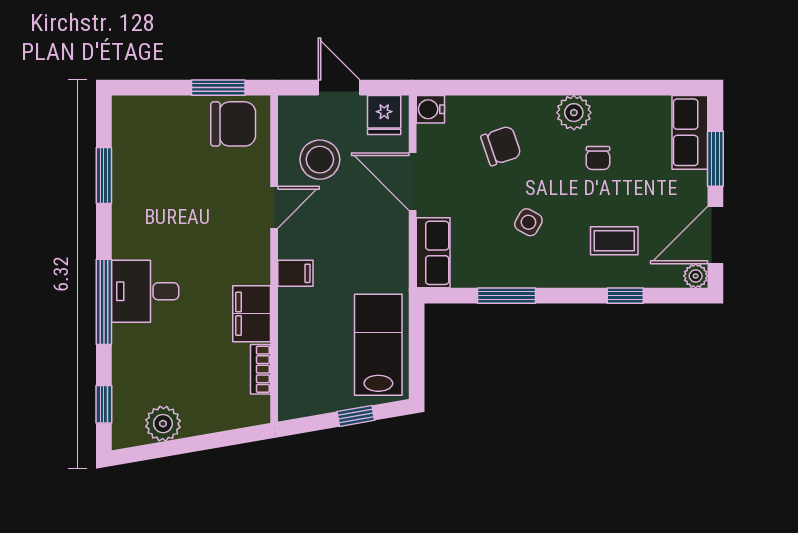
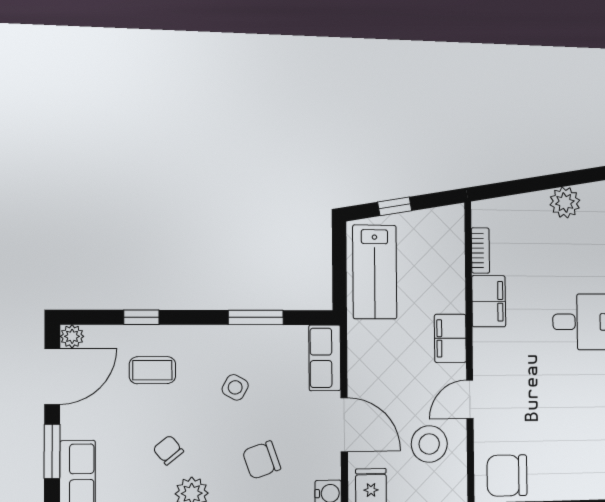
chair: (598, 158) -> (168, 450), turned -39
filing cabinet: (295, 273) -> (450, 338), width x2.00

